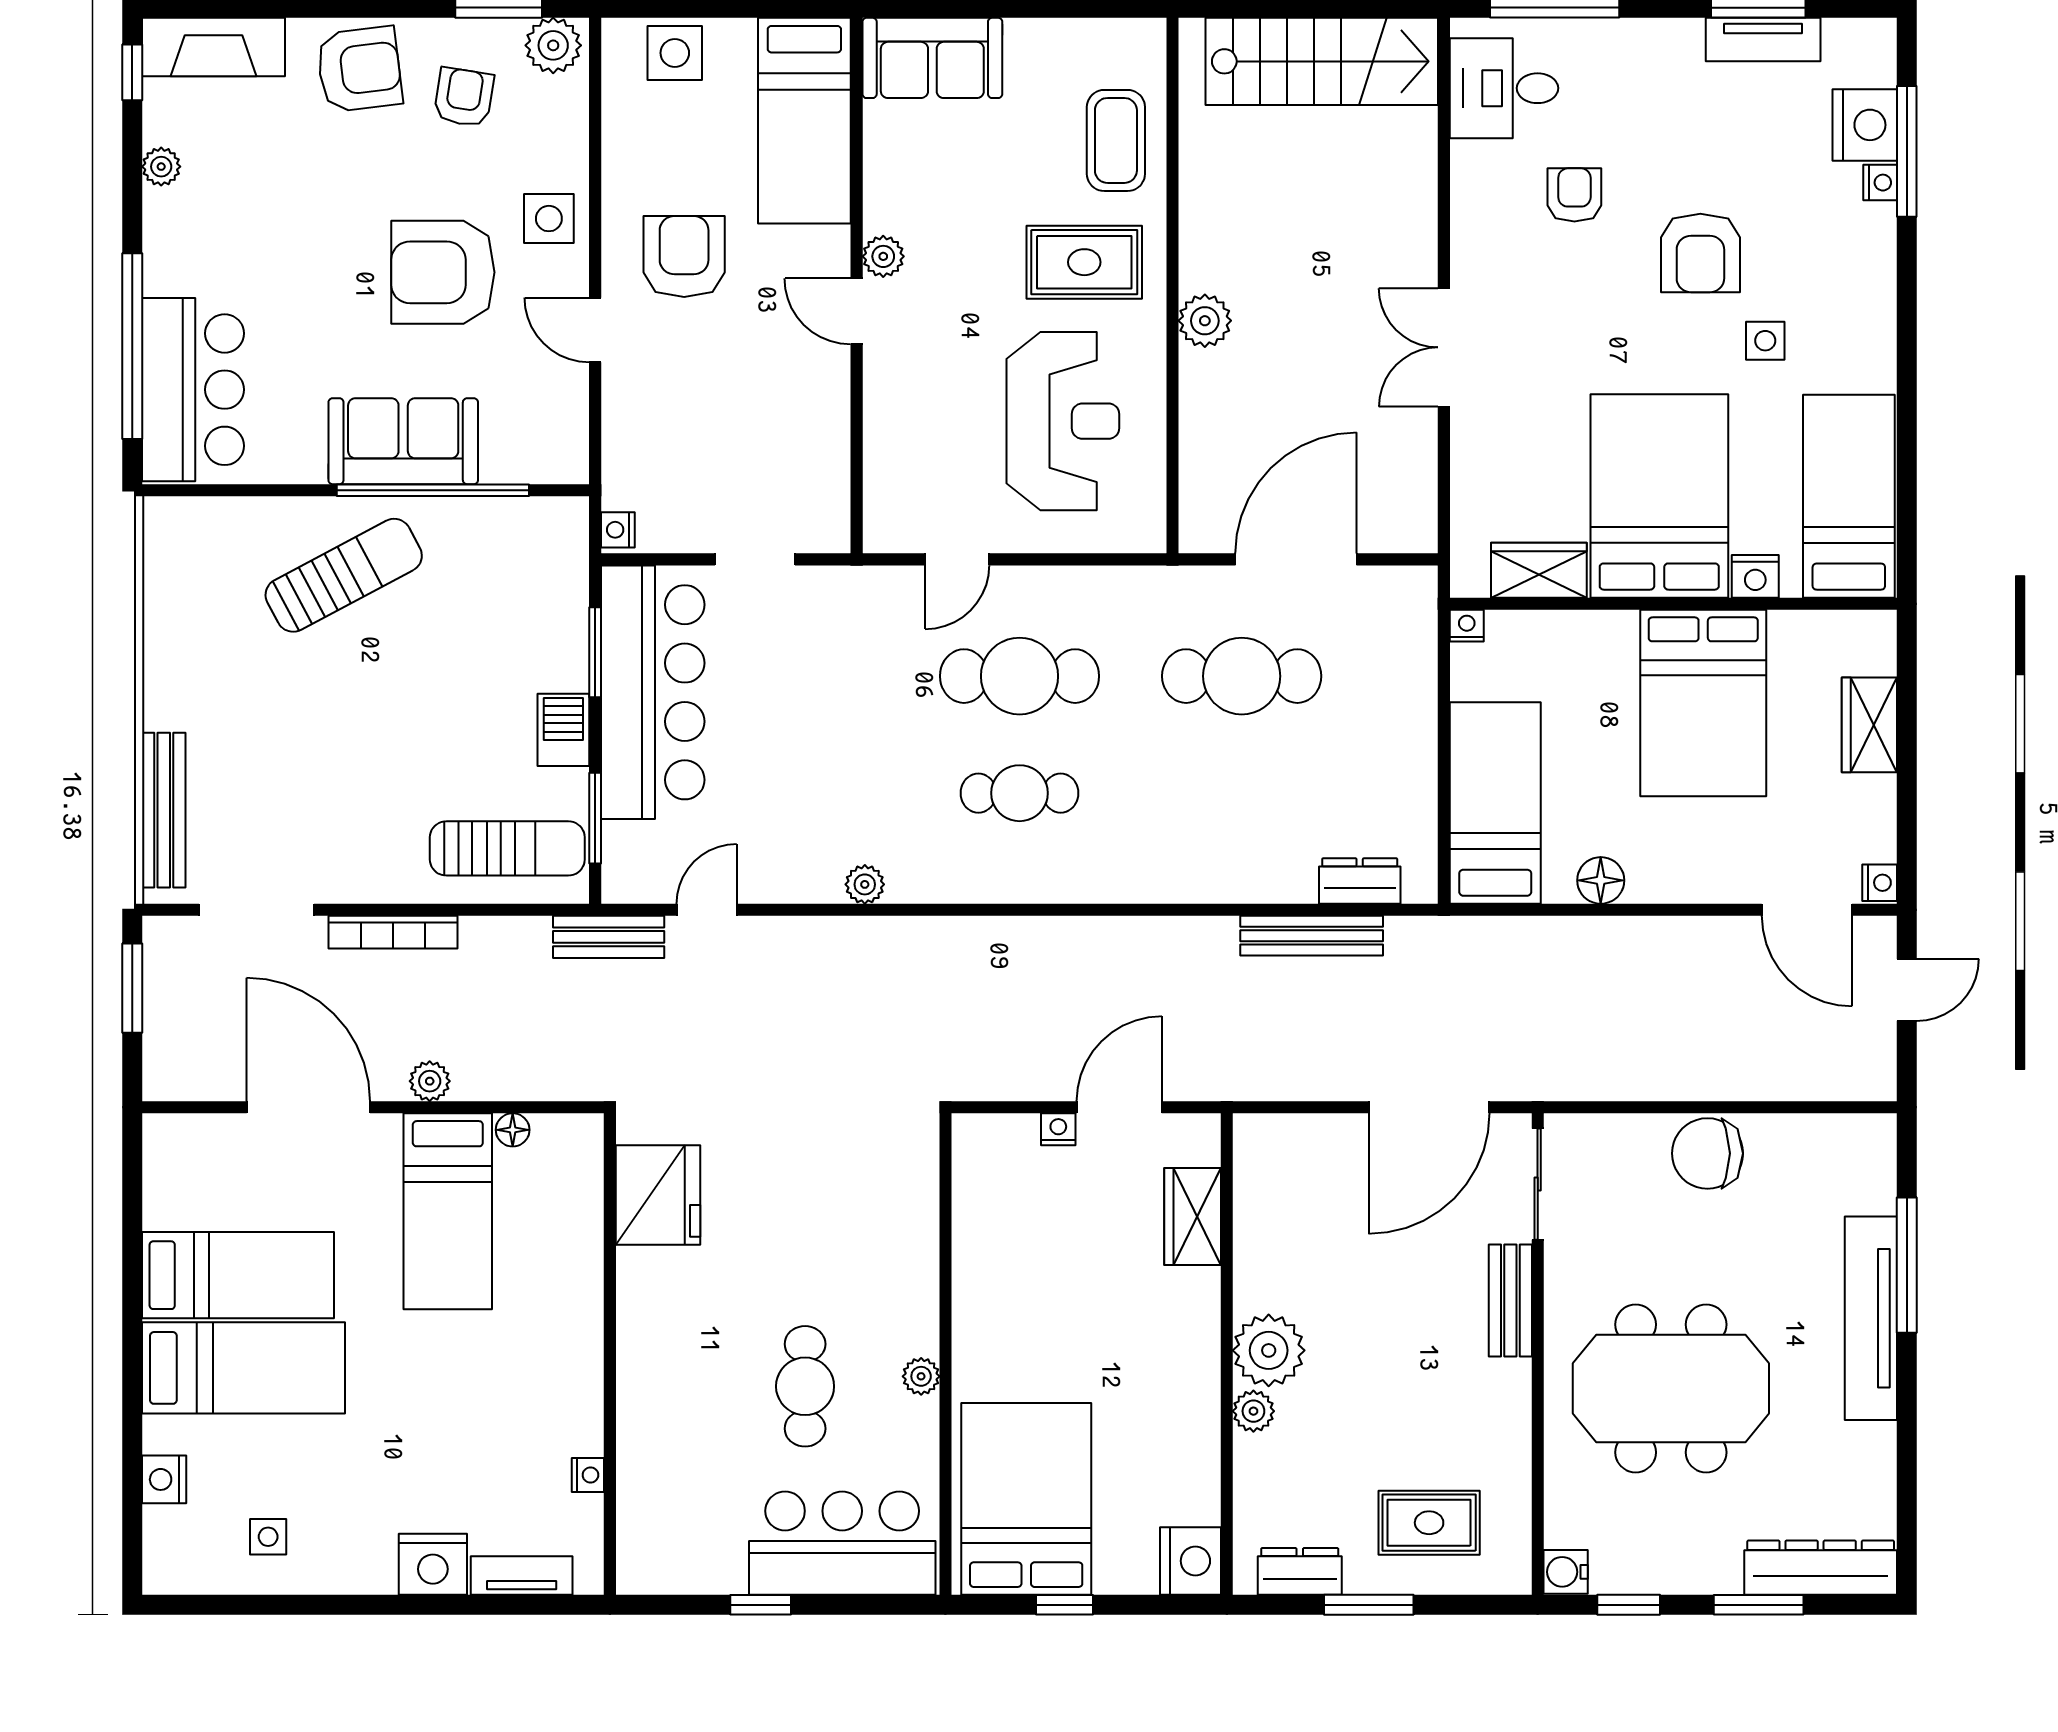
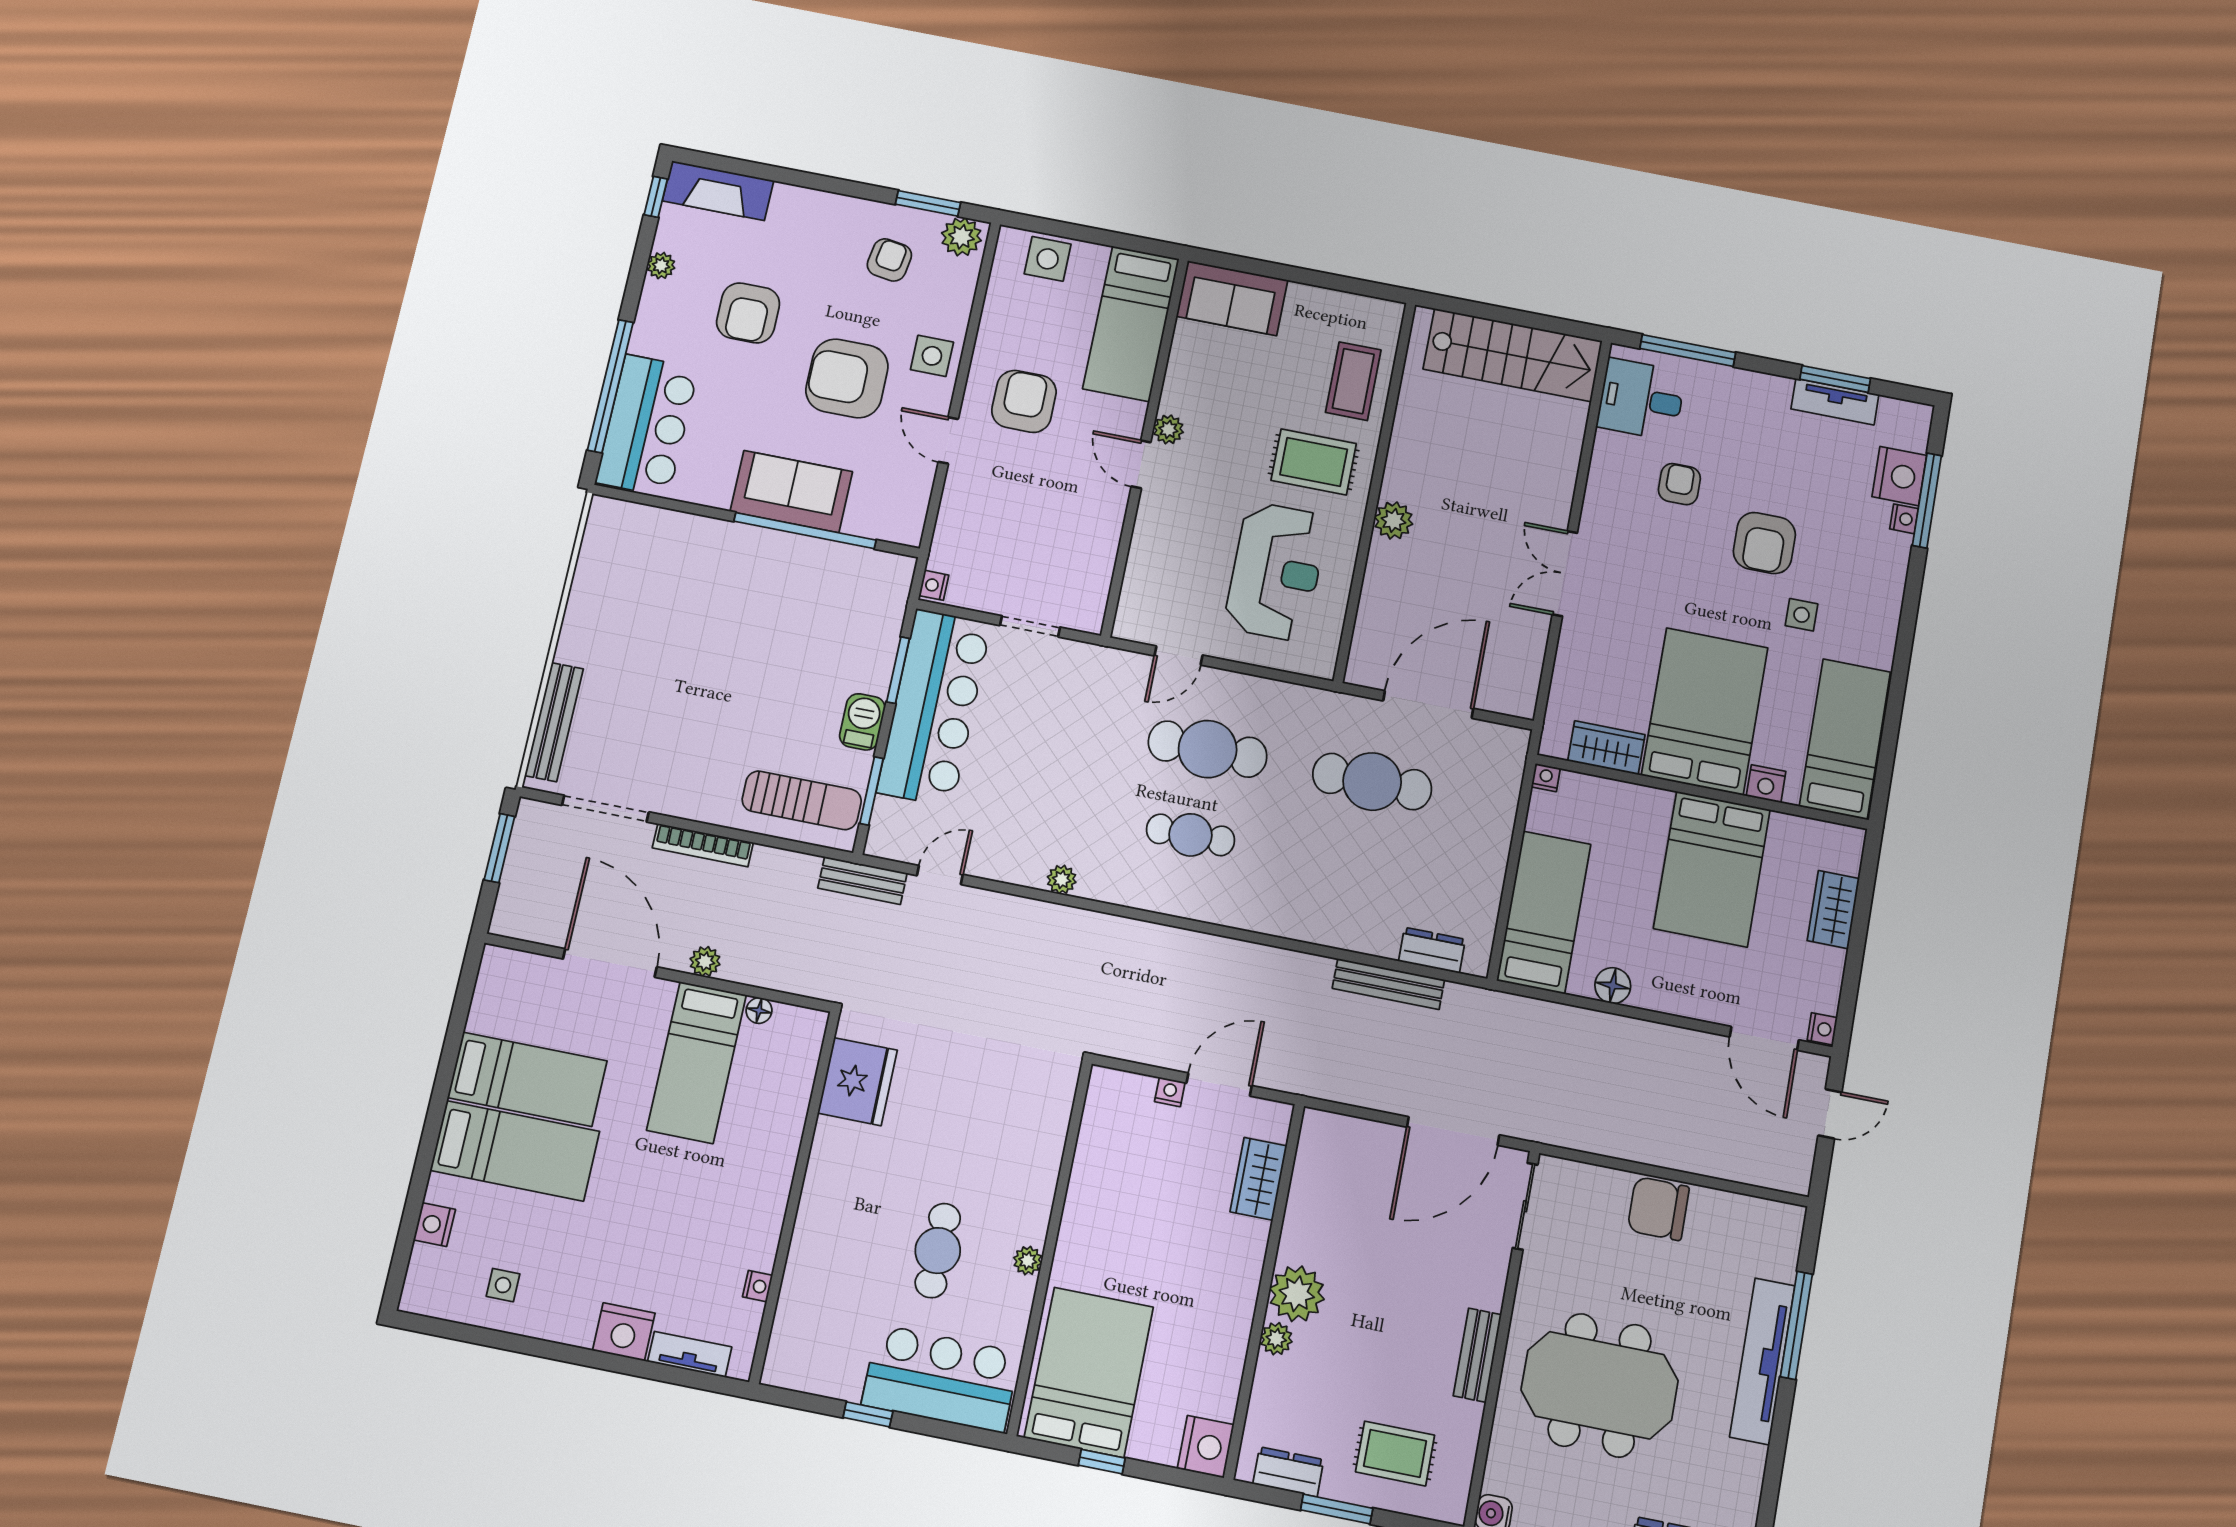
armchair: (359, 69) -> (748, 313), moved, turned 97
sun lounger: (344, 575) -> (726, 578), removed
bench: (1510, 1300) -> (1477, 1355), moved

